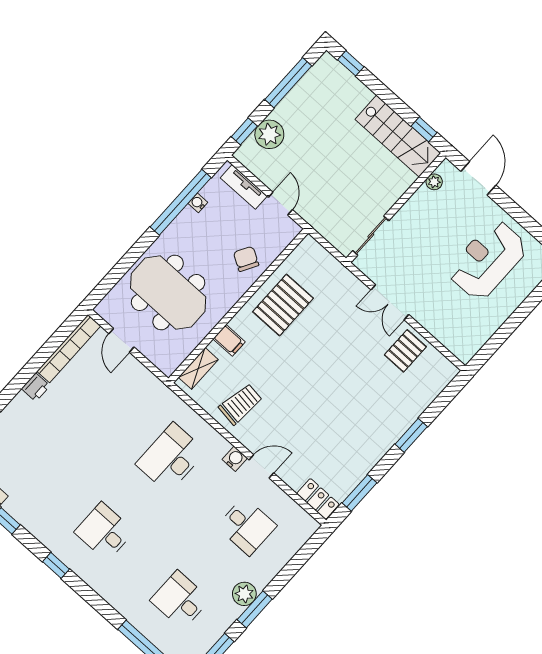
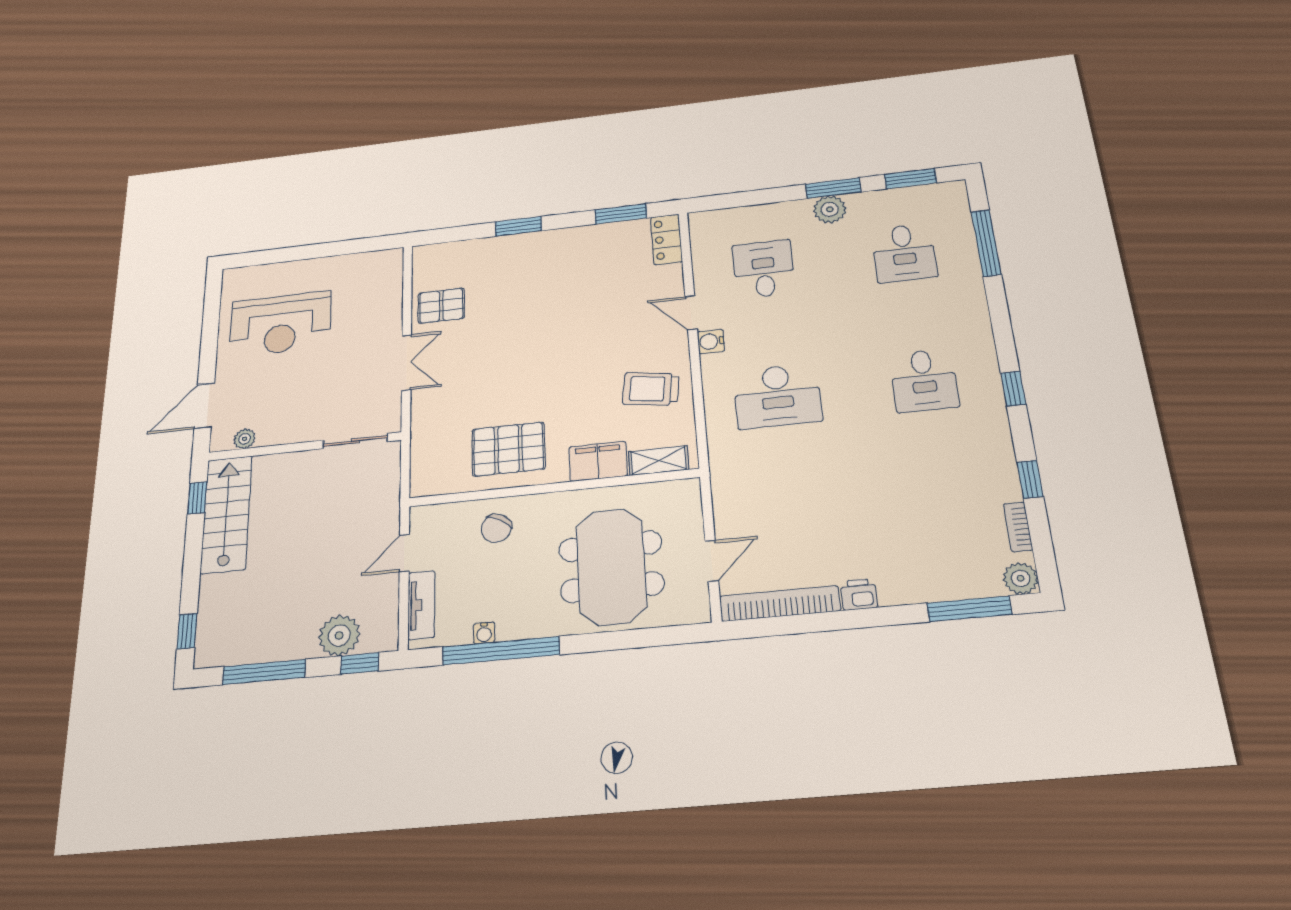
filing cabinet: (229, 340) -> (598, 461), width x2.00

